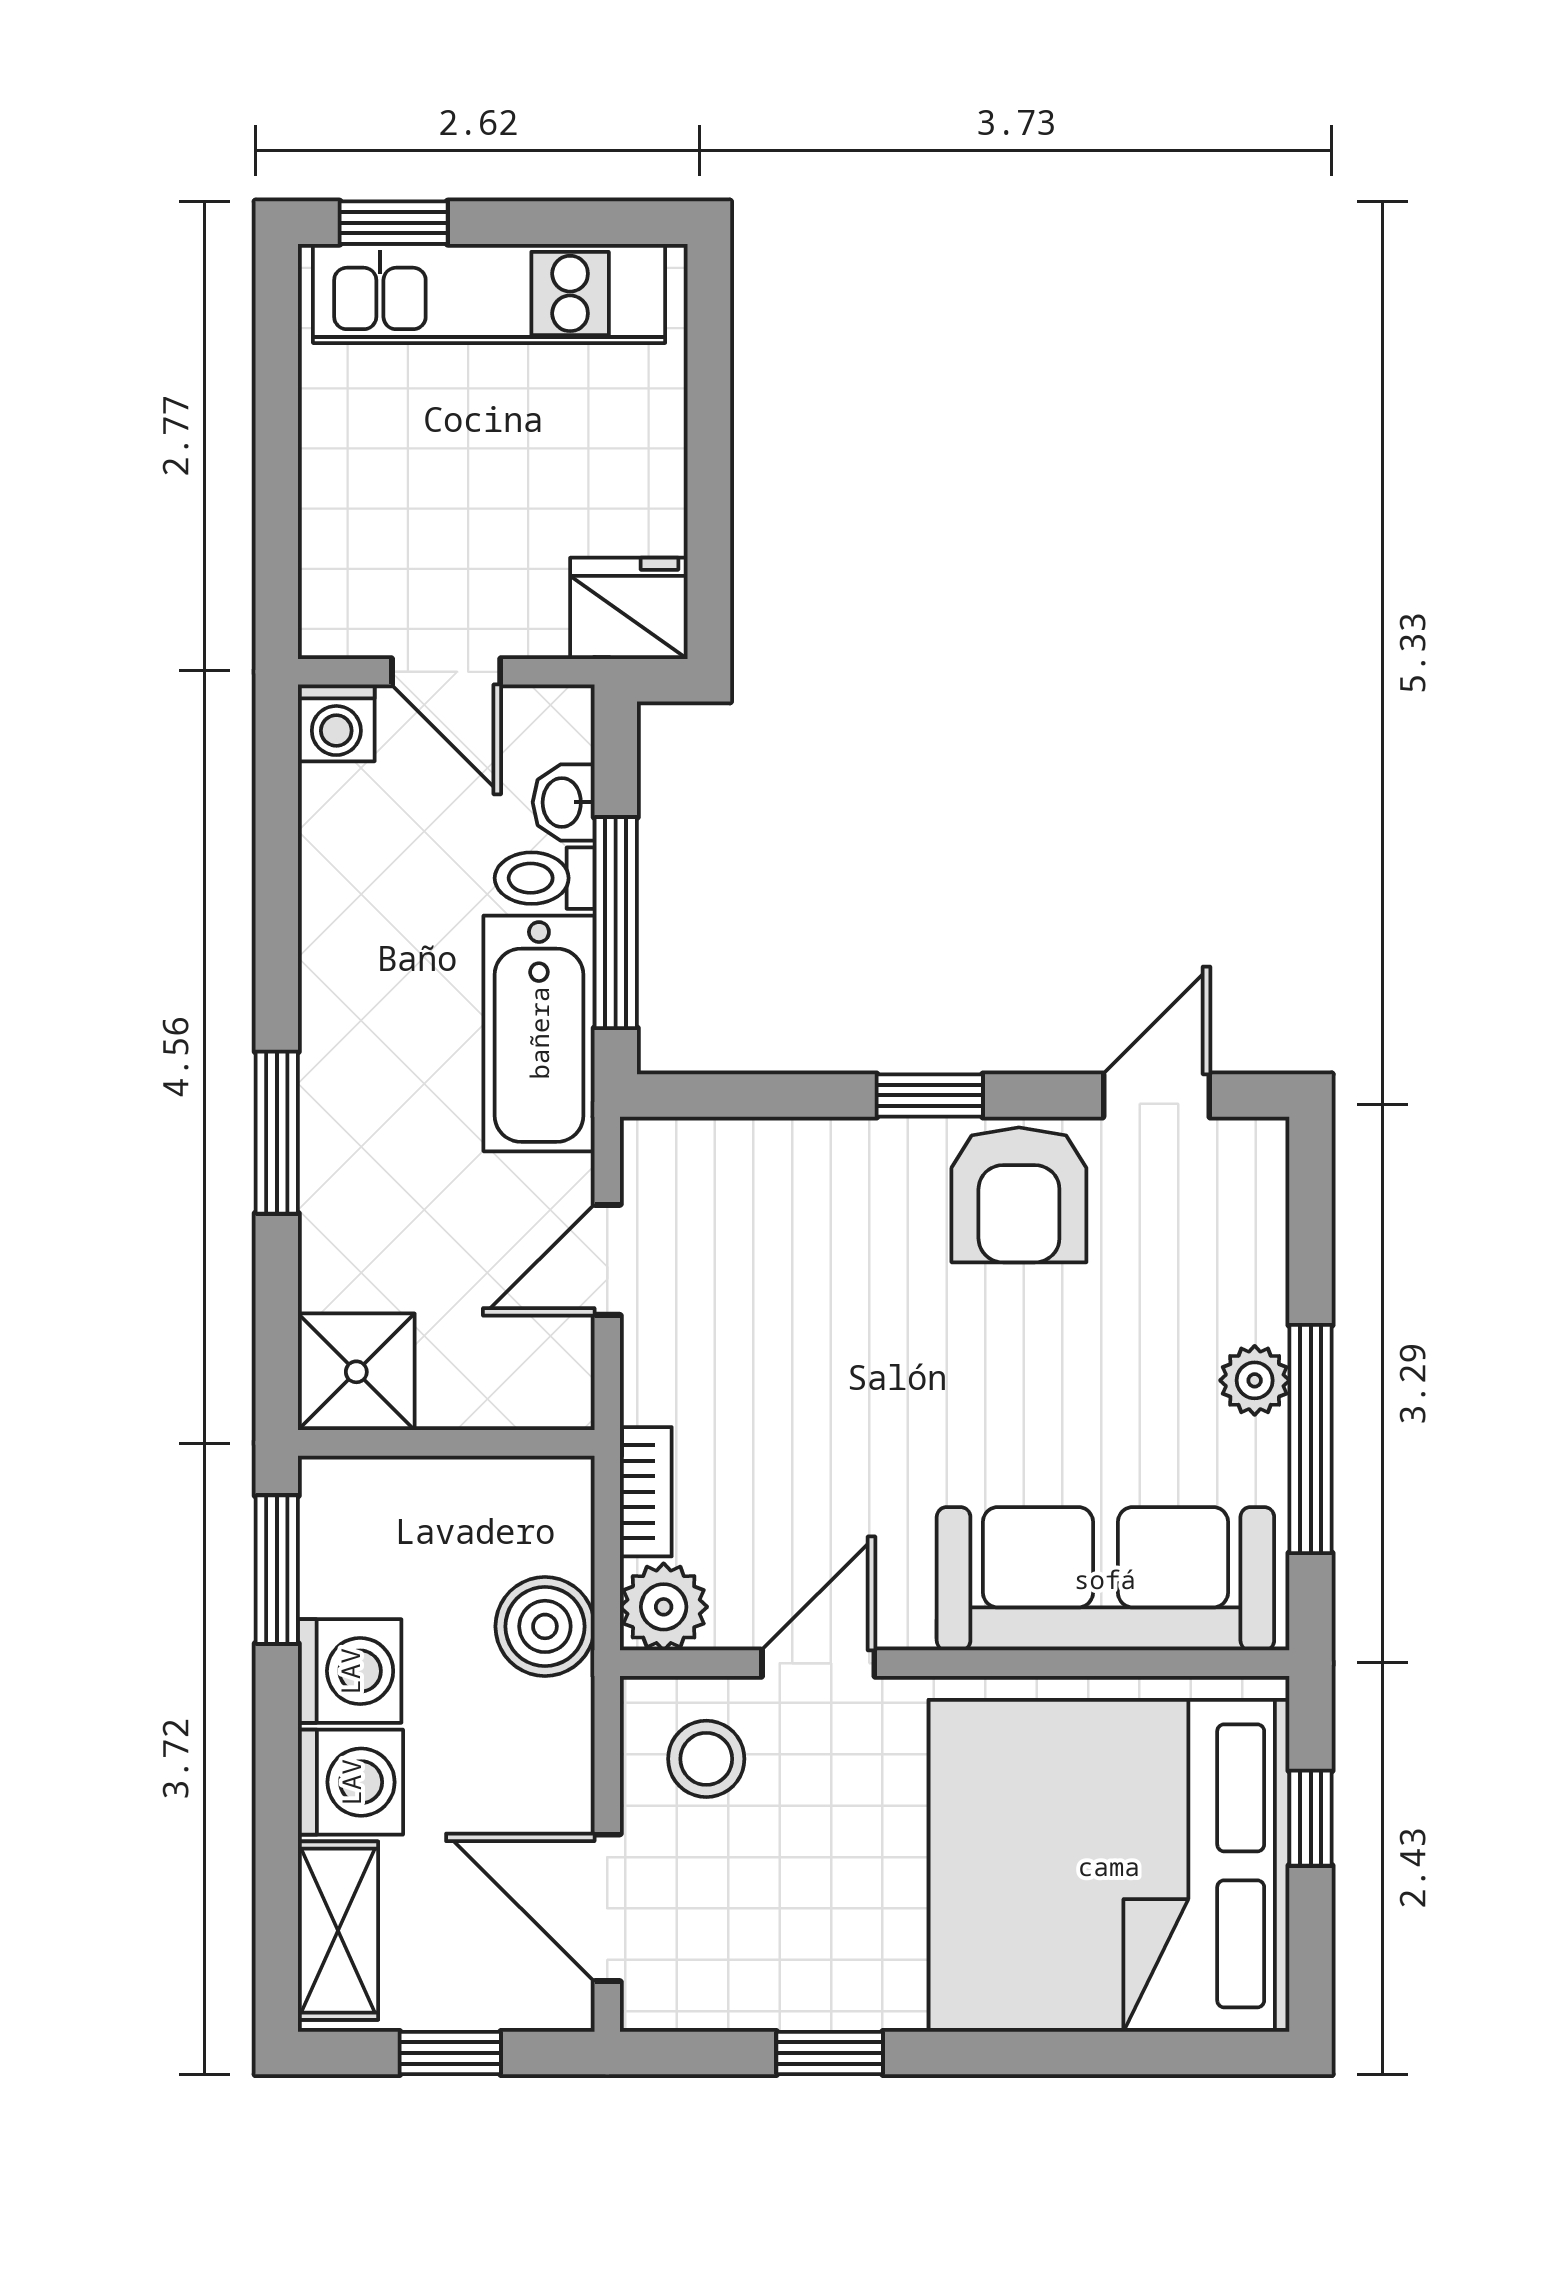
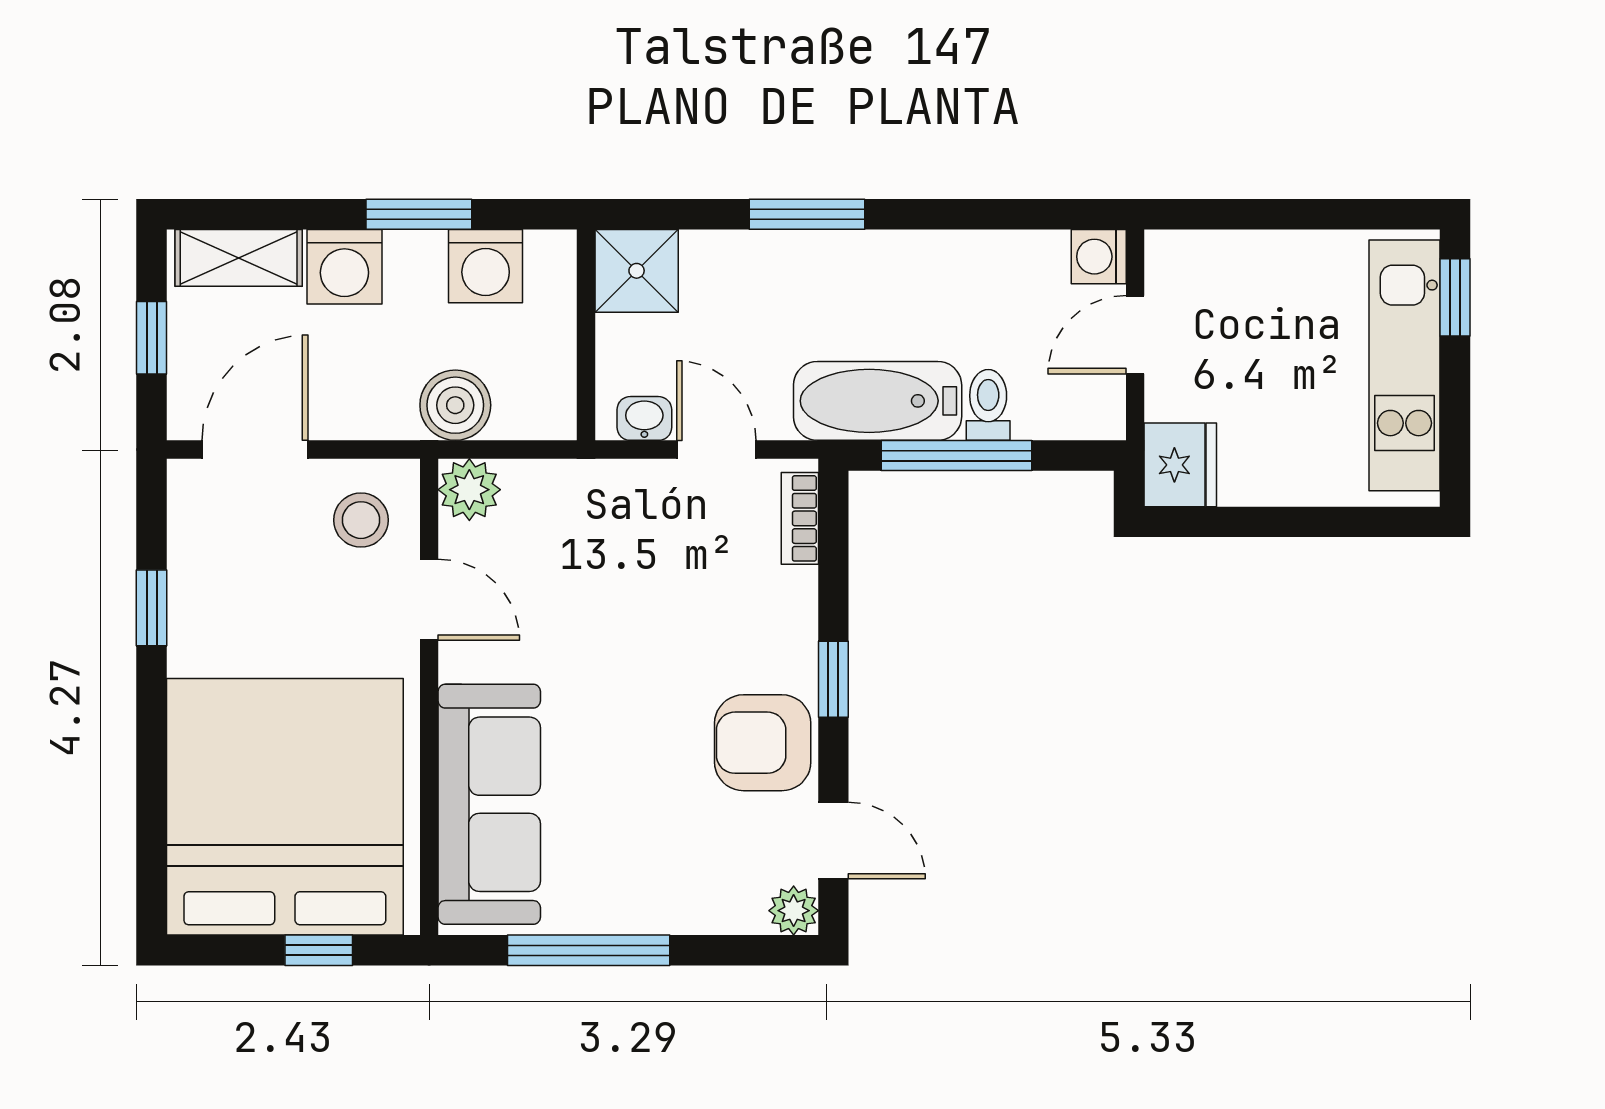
washbasin: (564, 802) -> (644, 418), moved
plant: (1255, 1380) -> (794, 911), moved
bookcase: (646, 1492) -> (800, 518), moved, turned 90
window: (277, 1570) -> (419, 214), moved
washing machine: (350, 1671) -> (486, 266), moved

